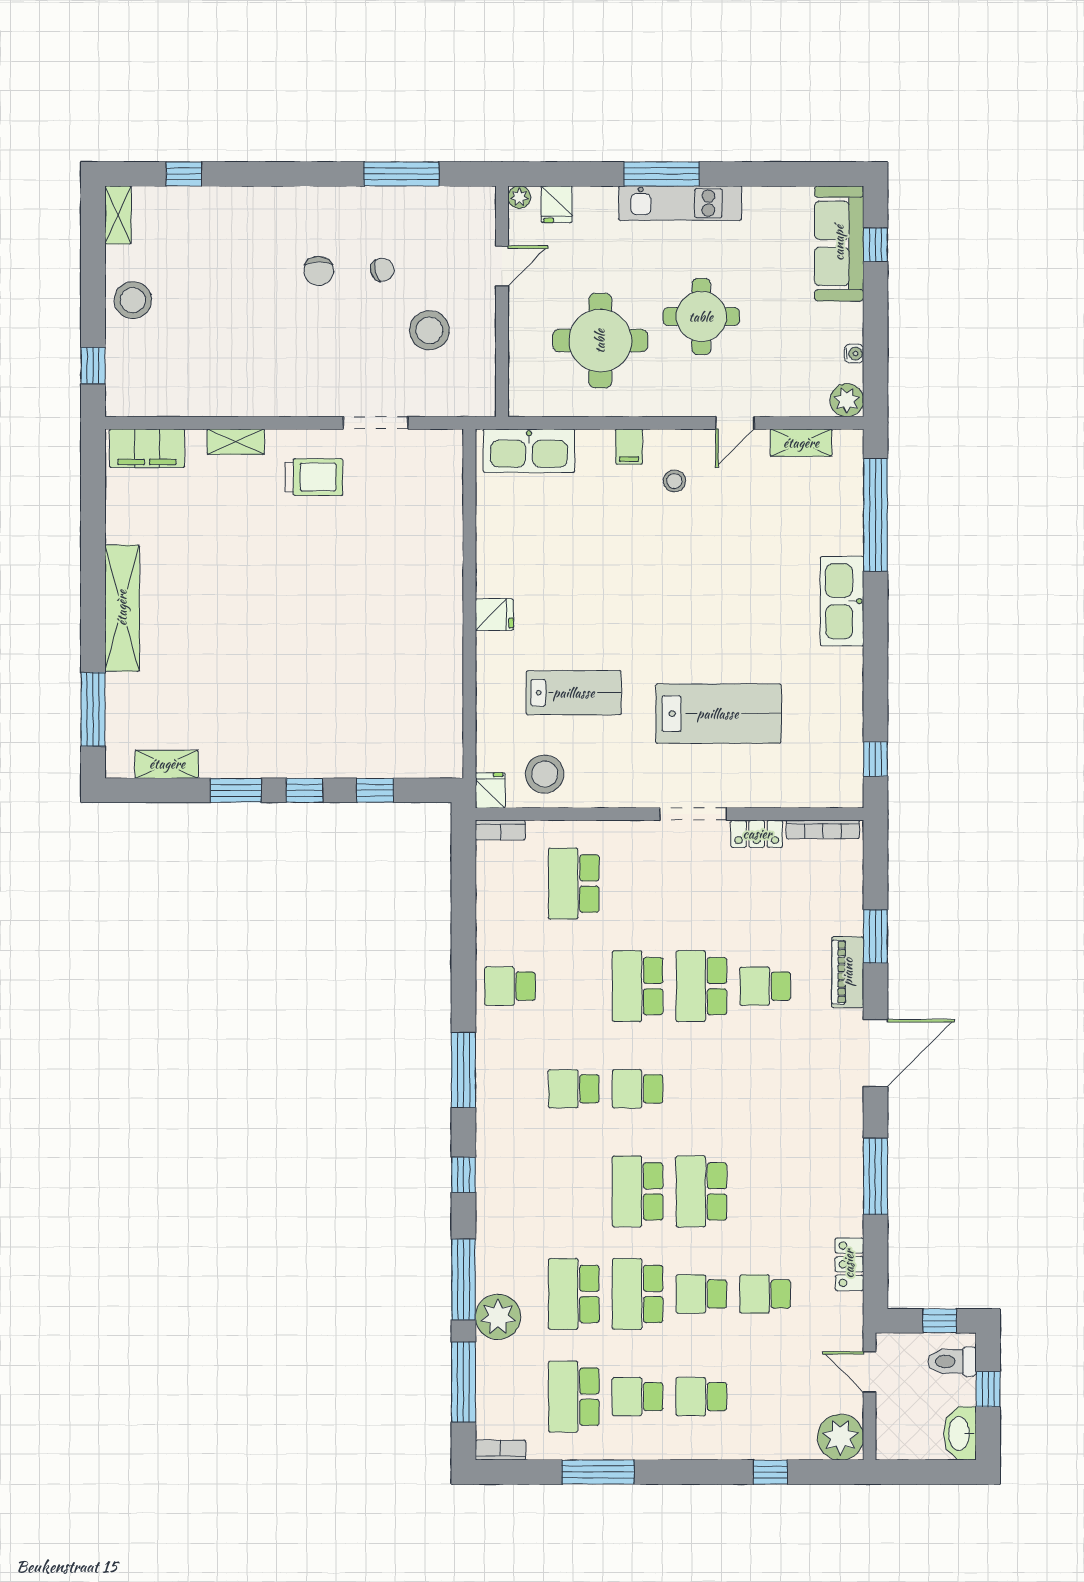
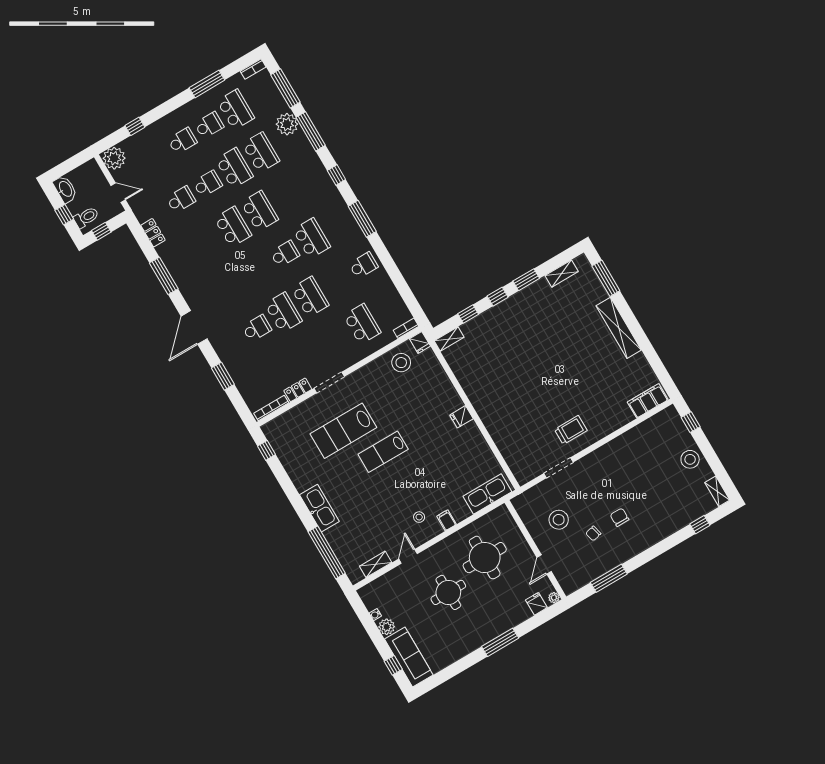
kitchen unit: (680, 203) -> (485, 635), removed
plant: (847, 400) -> (387, 627), moved
shelving: (236, 442) -> (449, 339), moved
trolley: (314, 477) -> (571, 430), turned 180
lab bench: (574, 693) -> (383, 452), moved
piano: (848, 972) -> (226, 354), removed
school desk: (574, 1089) -> (311, 238), width x1.85

